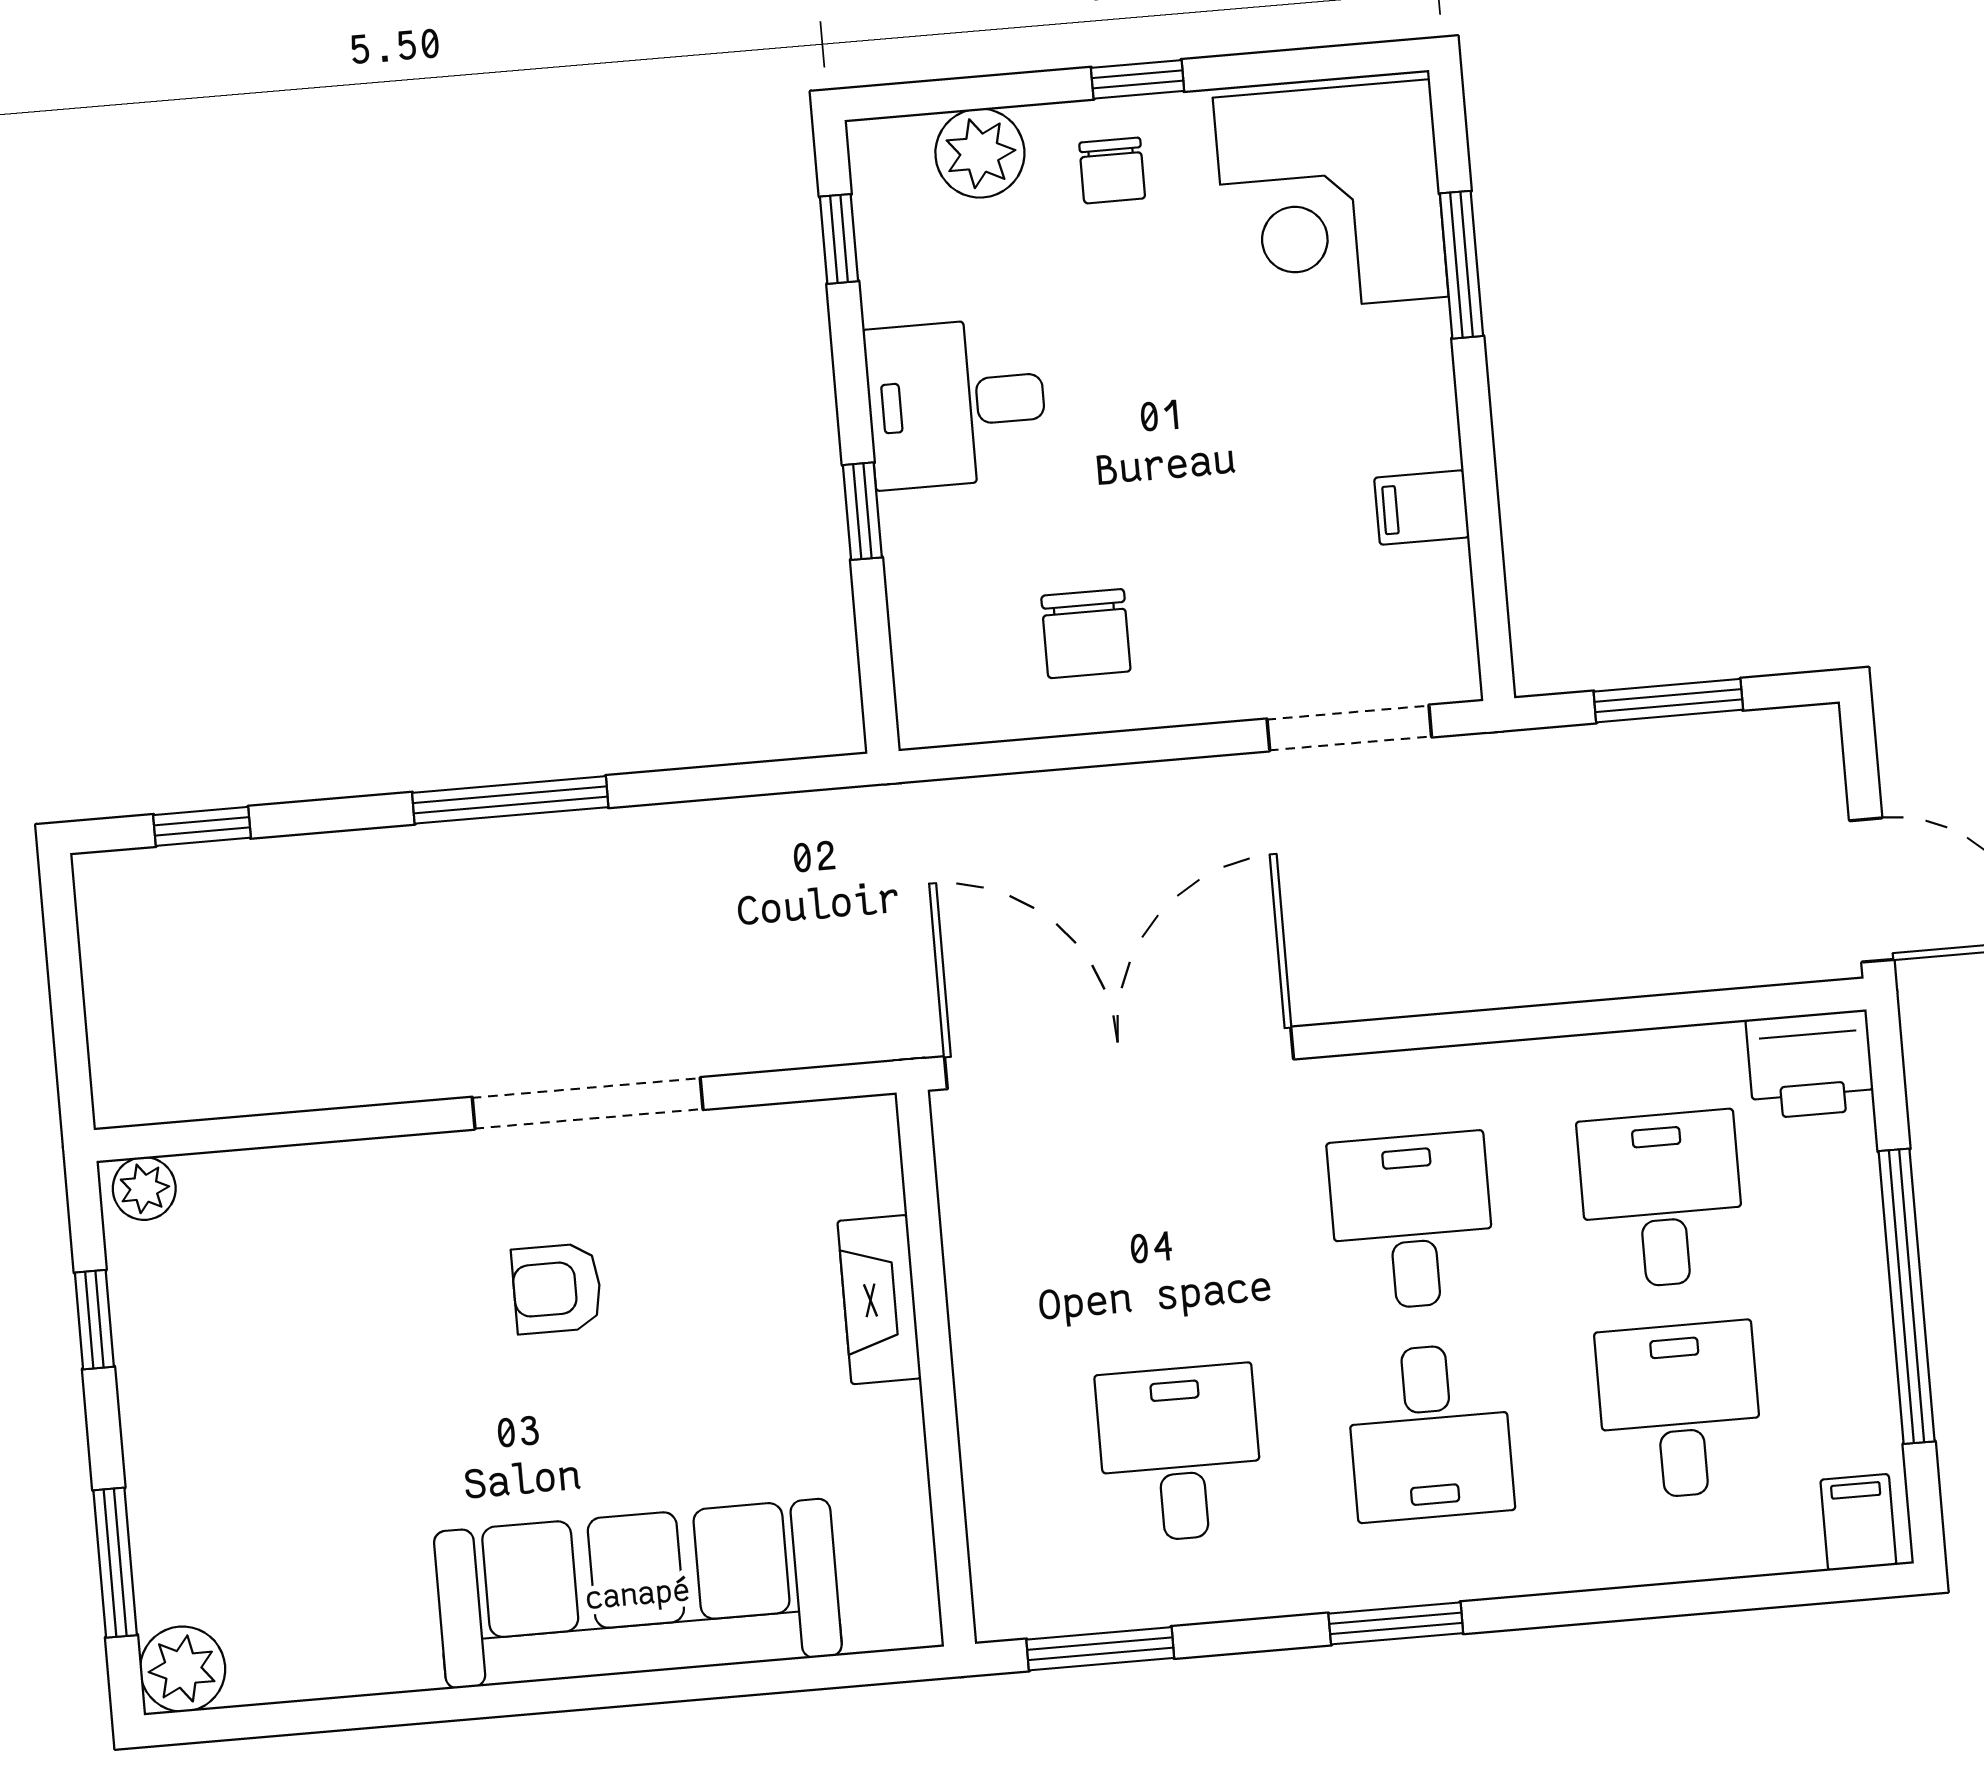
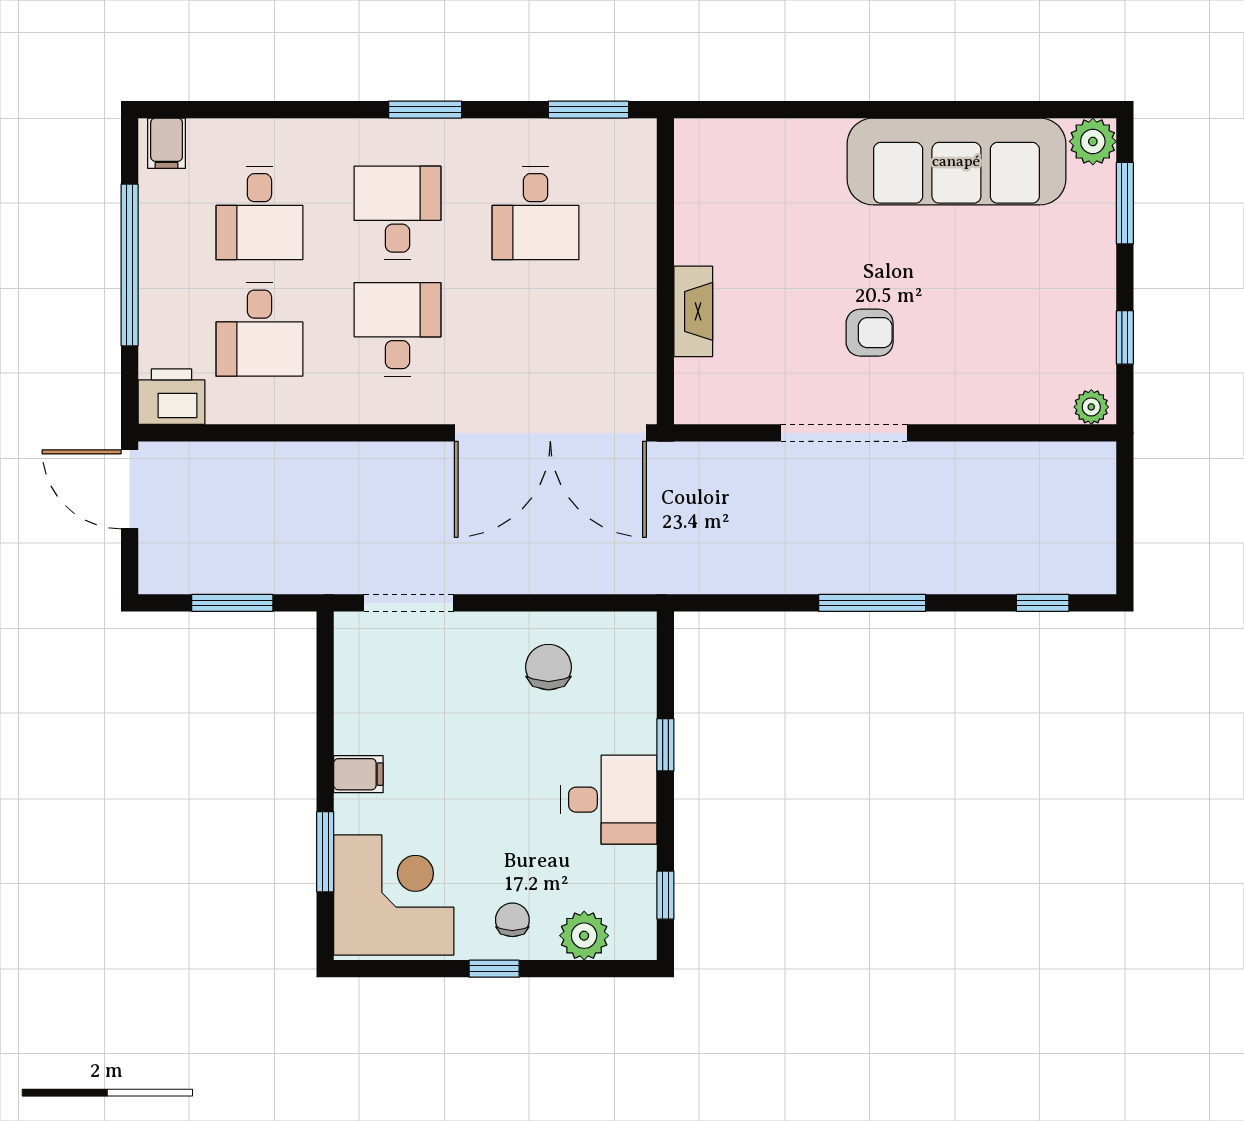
filing cabinet: (1422, 507) -> (358, 774), moved
desk: (1412, 1221) -> (397, 329), turned 180
sofa: (638, 1594) -> (956, 161), moved

